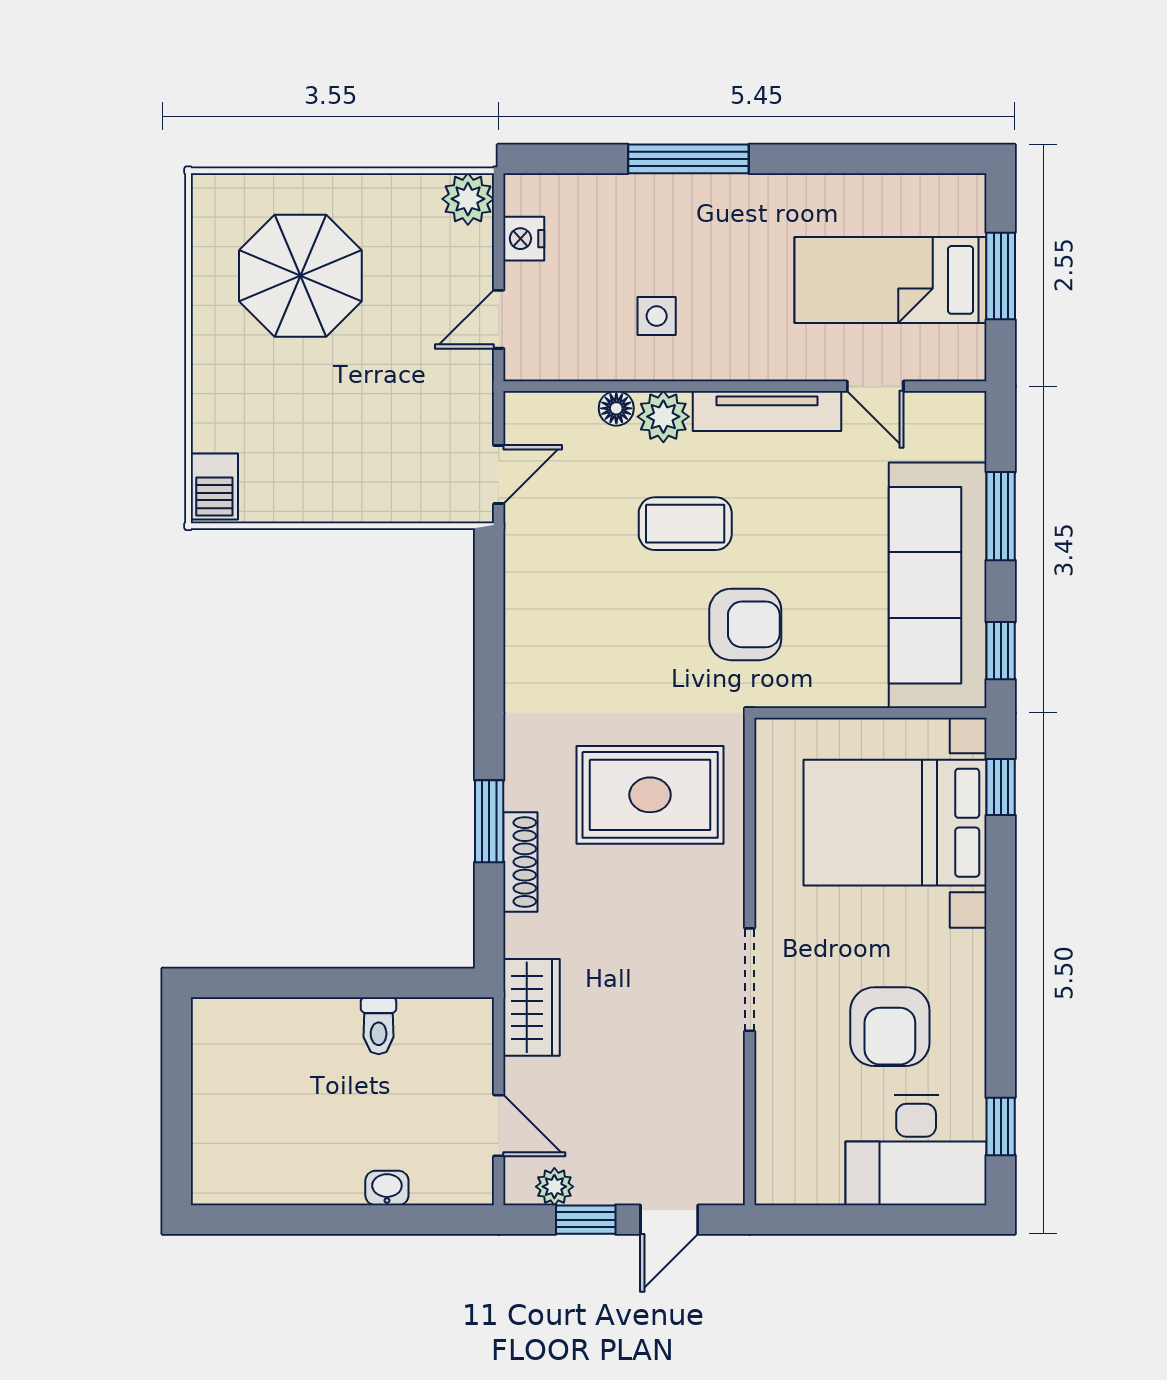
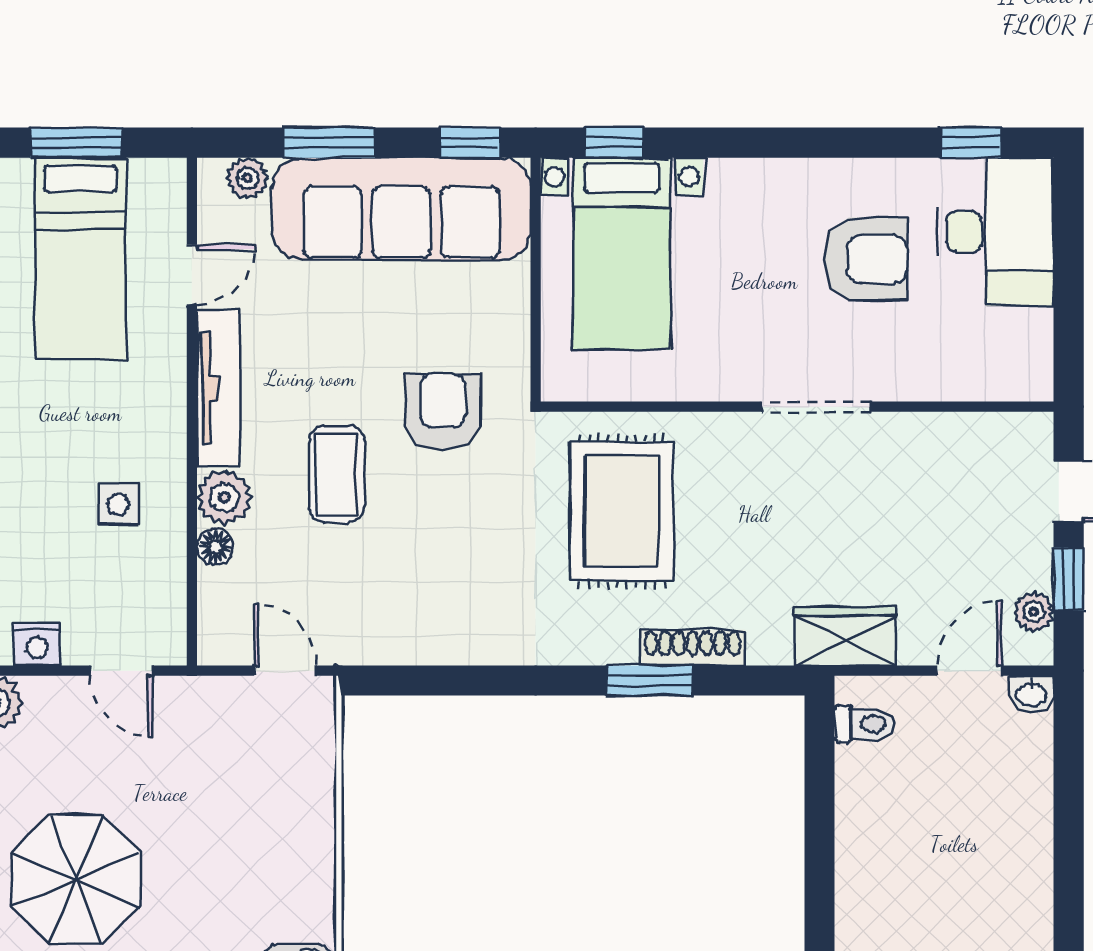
plant: (967, 439) -> (247, 178), added
bed with nightstands: (895, 823) -> (622, 254), width x0.73
toilet: (379, 1026) -> (865, 724), moved
washbasin: (387, 1188) -> (1031, 694), moved, turned -90

